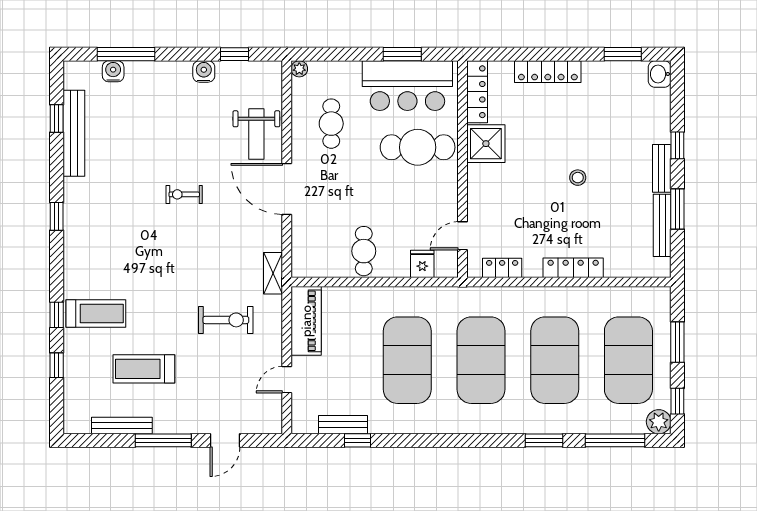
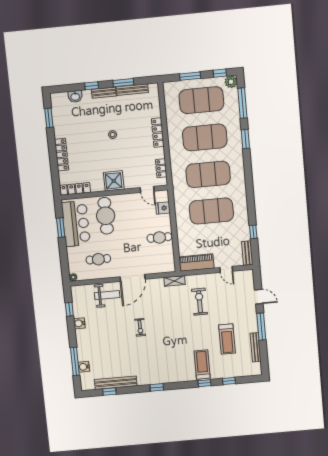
washbasin: (660, 74) -> (75, 96), moved
shower: (486, 144) -> (114, 181), moved
bench: (343, 425) -> (247, 253), moved

